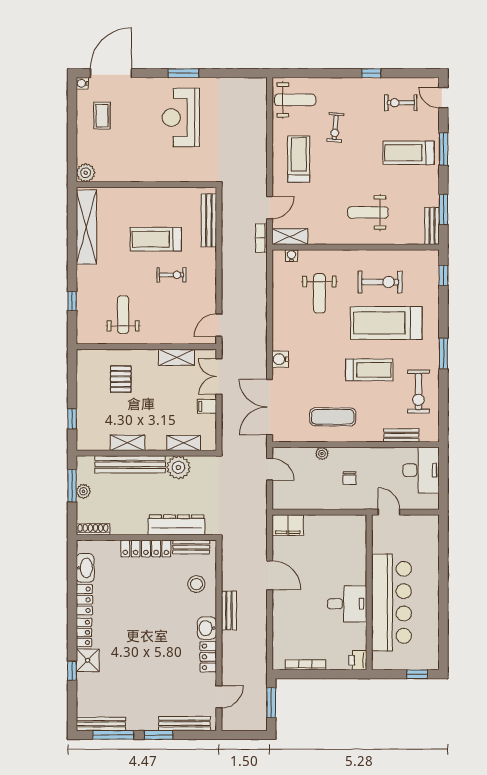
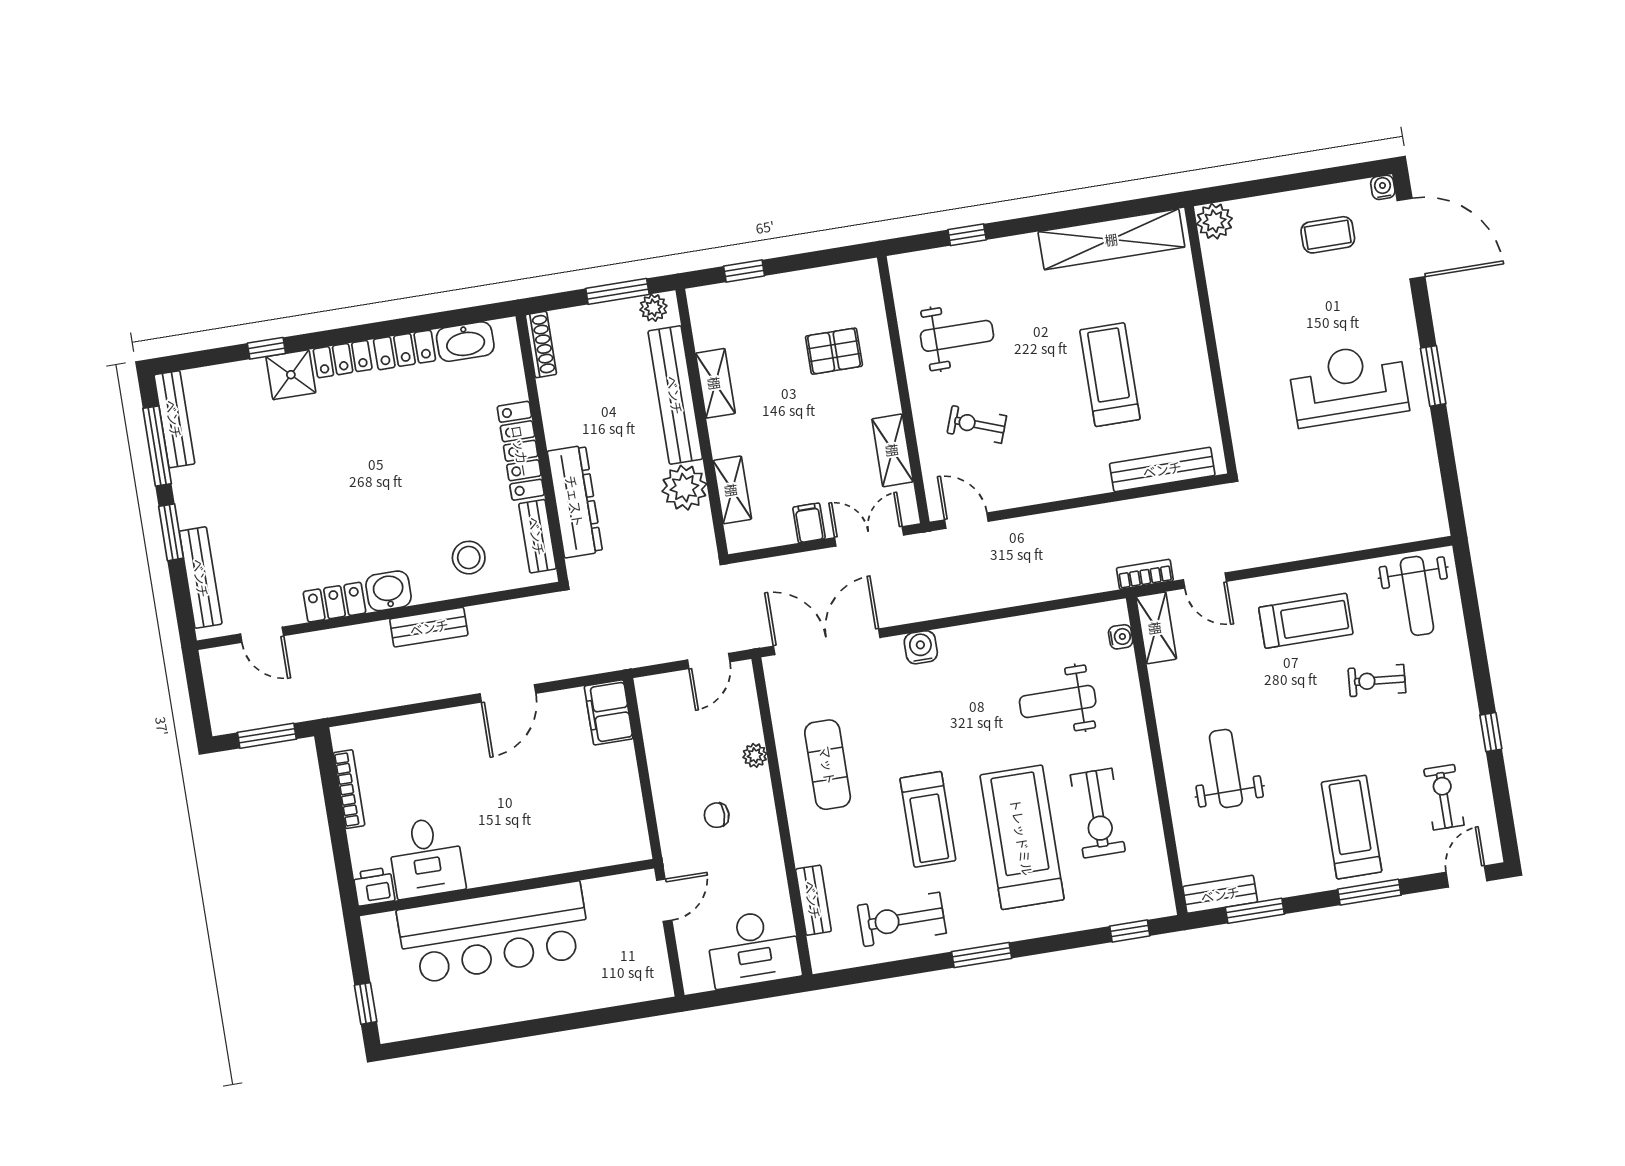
exercise bike: (171, 275) -> (977, 424), moved, turned 110
plant: (83, 491) -> (653, 308), moved
desk: (347, 604) -> (426, 857), moved

